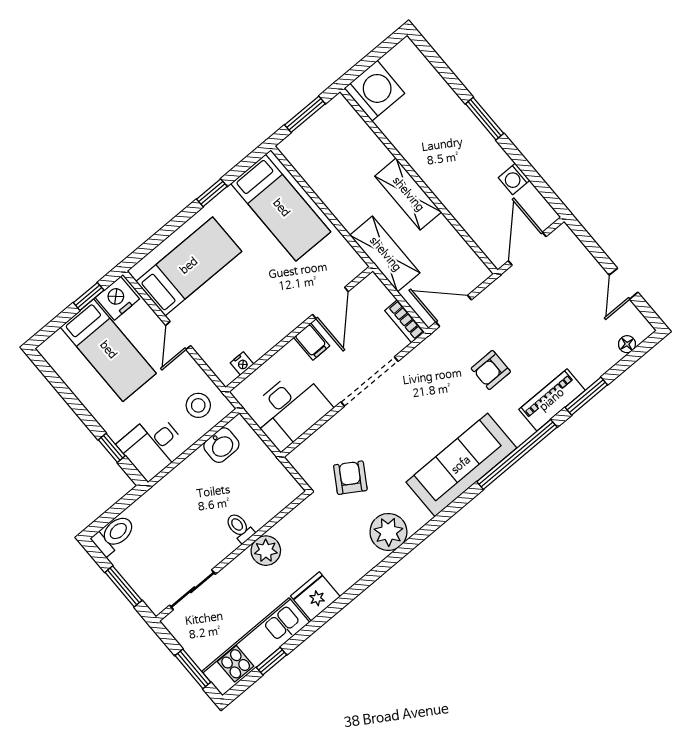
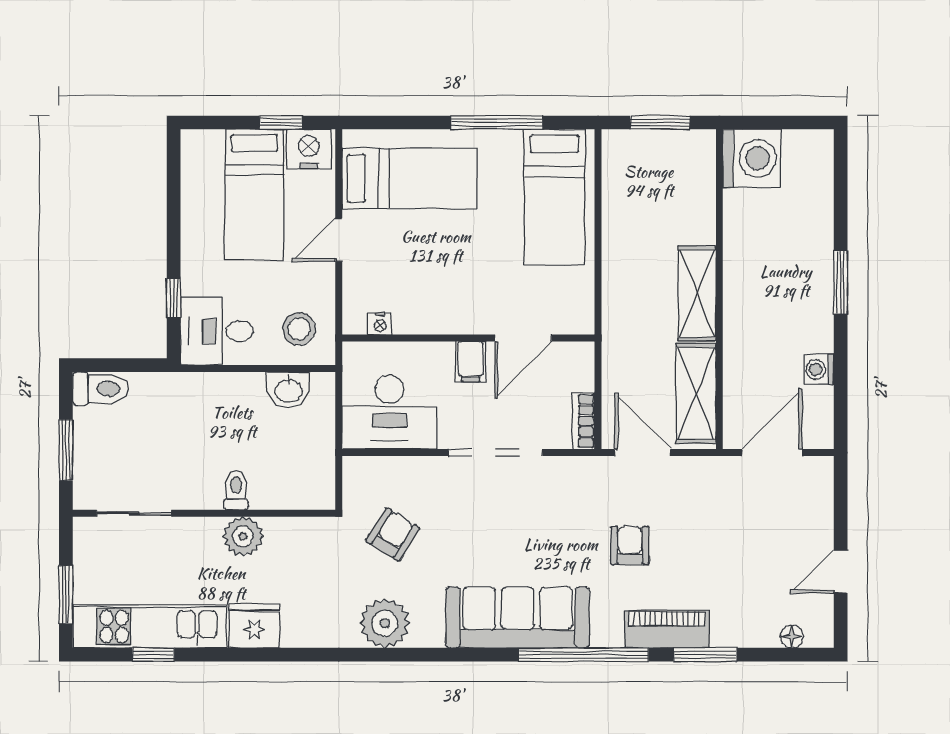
window: (212, 193) -> (497, 123), width x2.17
shelving: (385, 254) -> (696, 393), moved
armchair: (491, 370) -> (630, 545), turned 90

